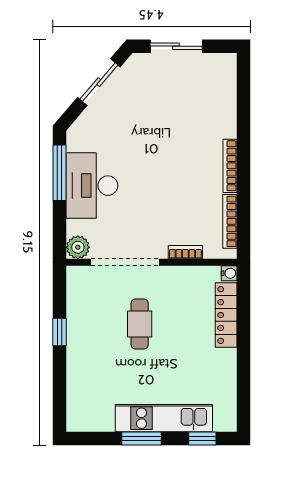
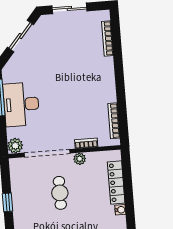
bookcase: (230, 166) -> (107, 39), moved
water cooler: (229, 273) -> (120, 210), moved
plant: (174, 275) -> (80, 159), added

